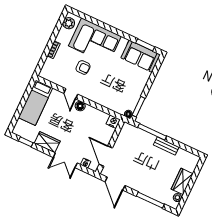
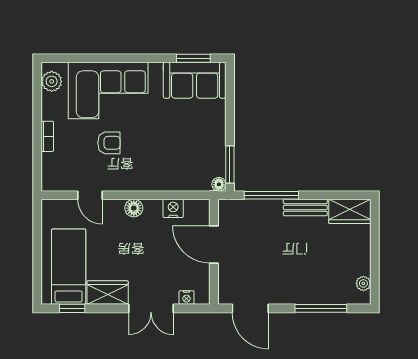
door: (71, 94) -> (90, 195), moved
bed: (36, 103) -> (69, 267), moved, turned 180
nightstand: (113, 122) -> (173, 208), moved
door: (106, 156) -> (214, 244), moved
wardrobe: (182, 181) -> (350, 211), moved, turned -90

